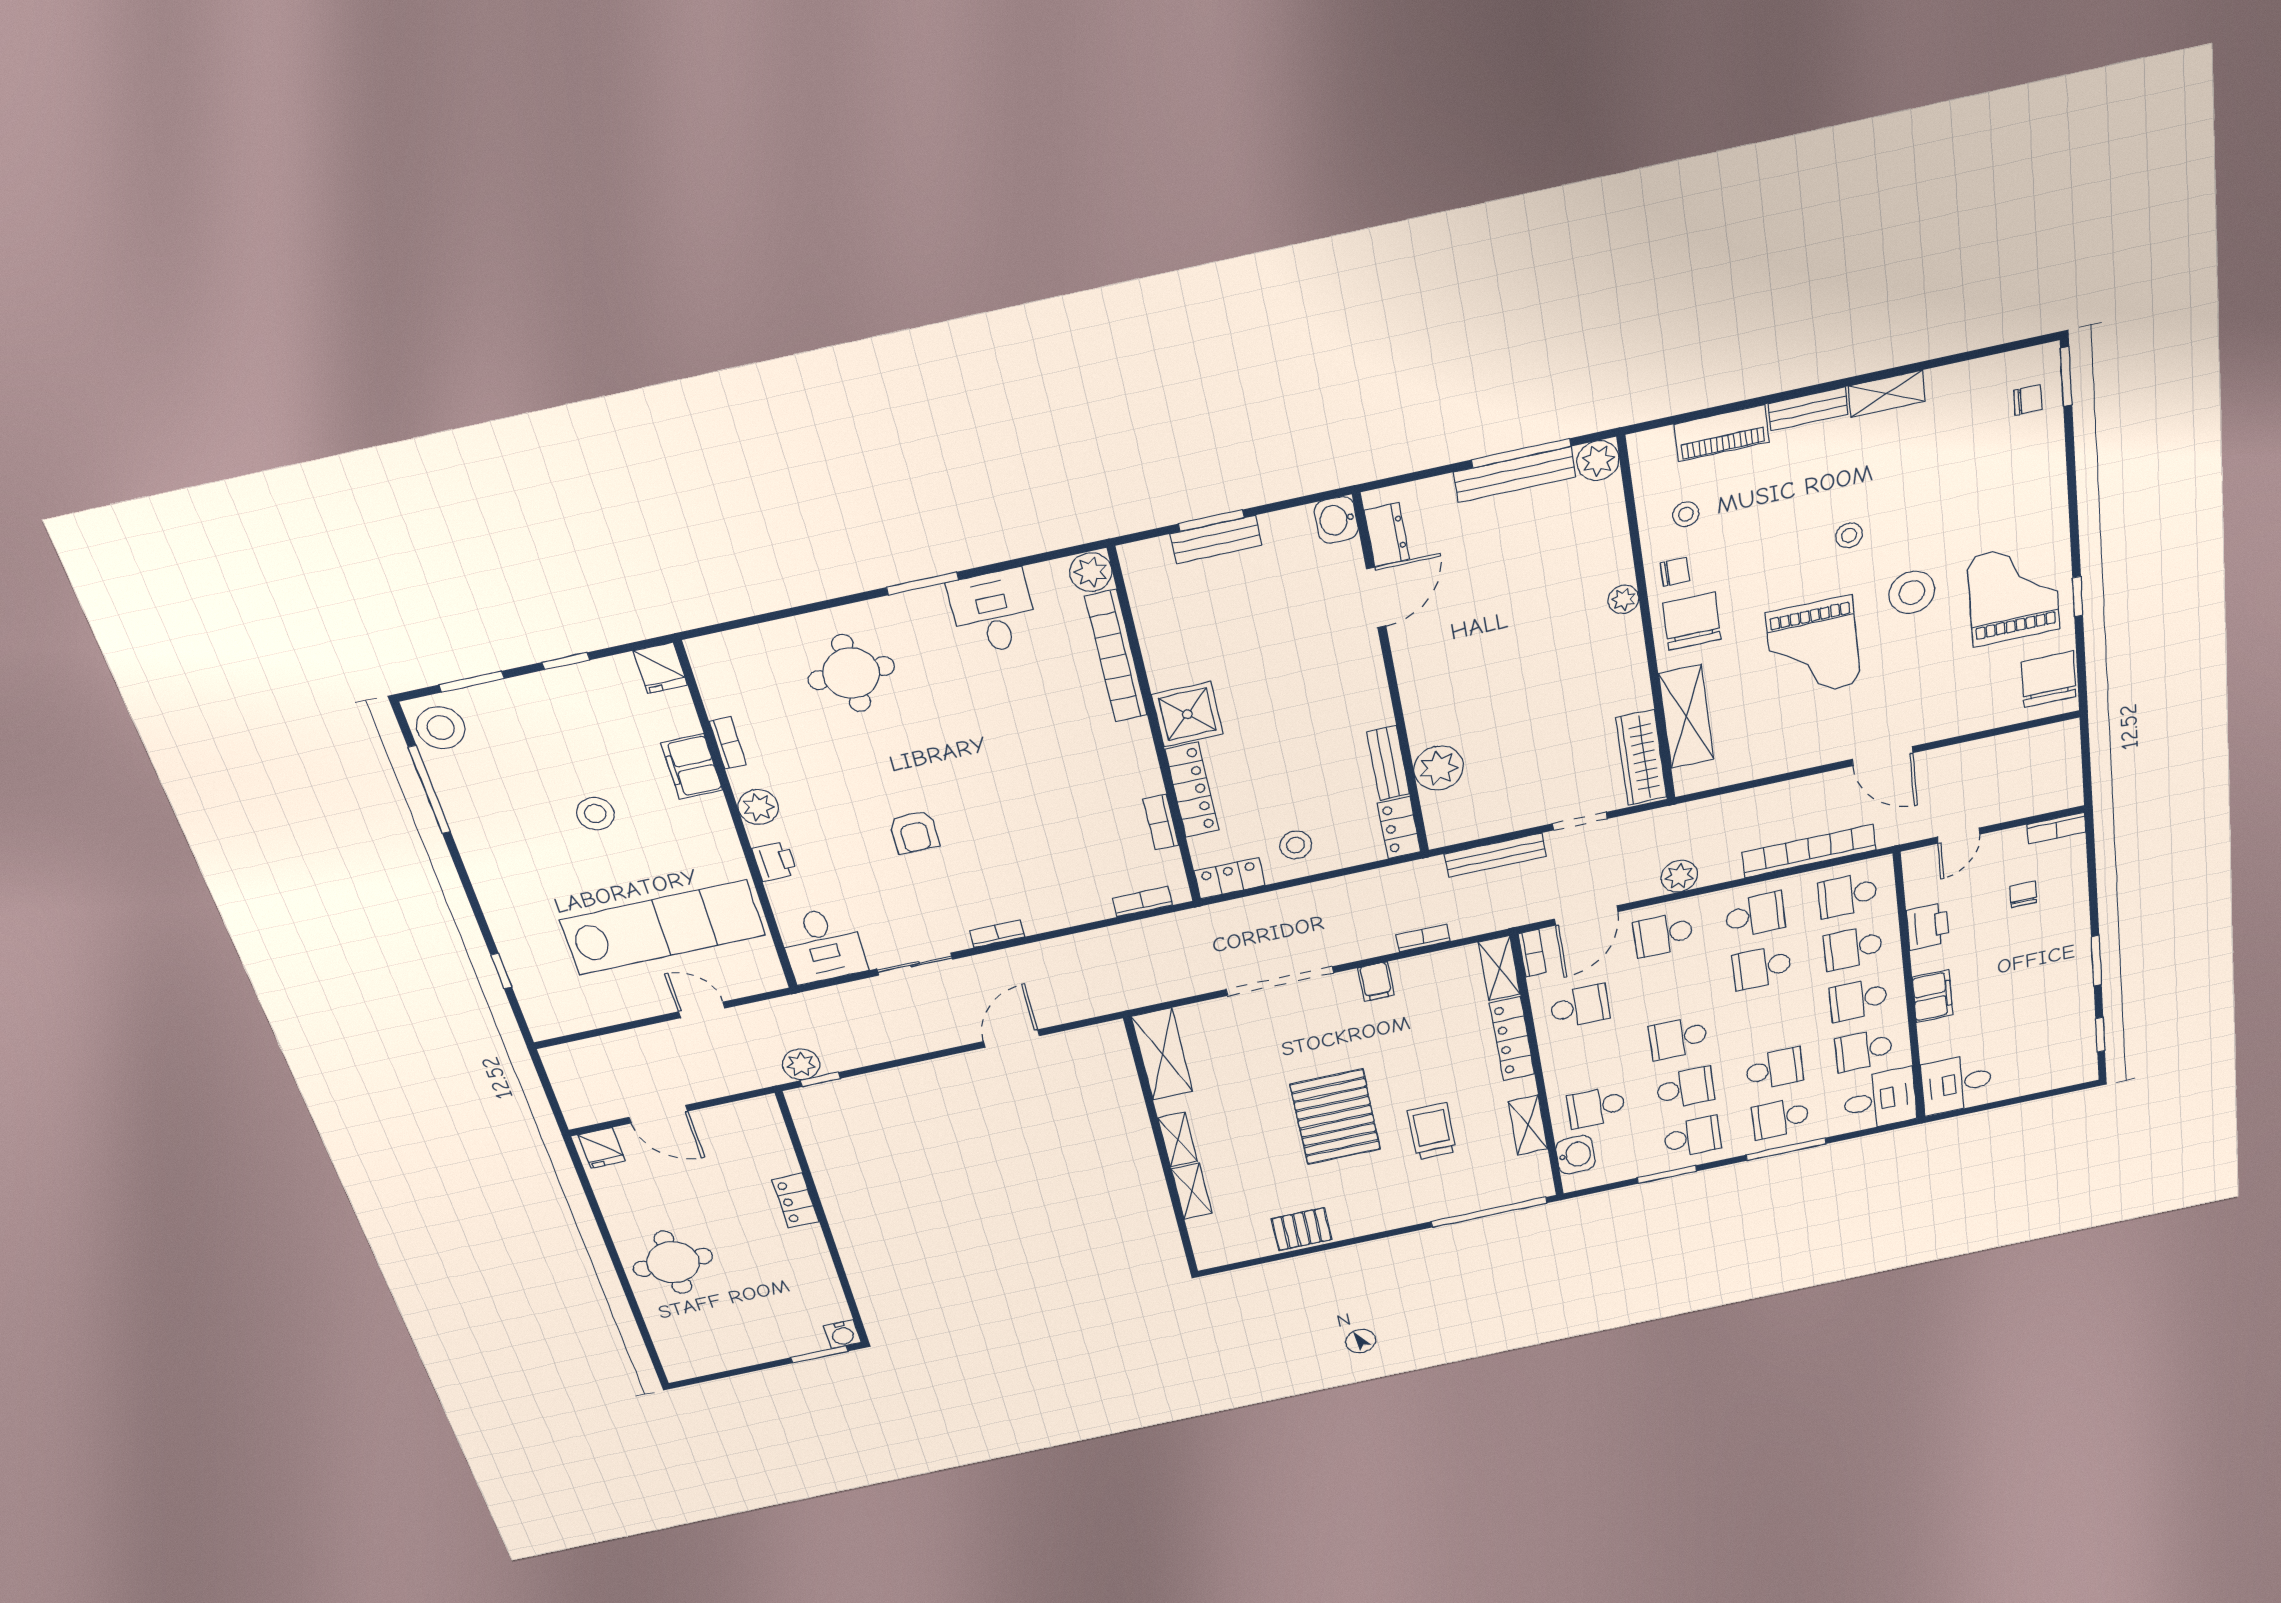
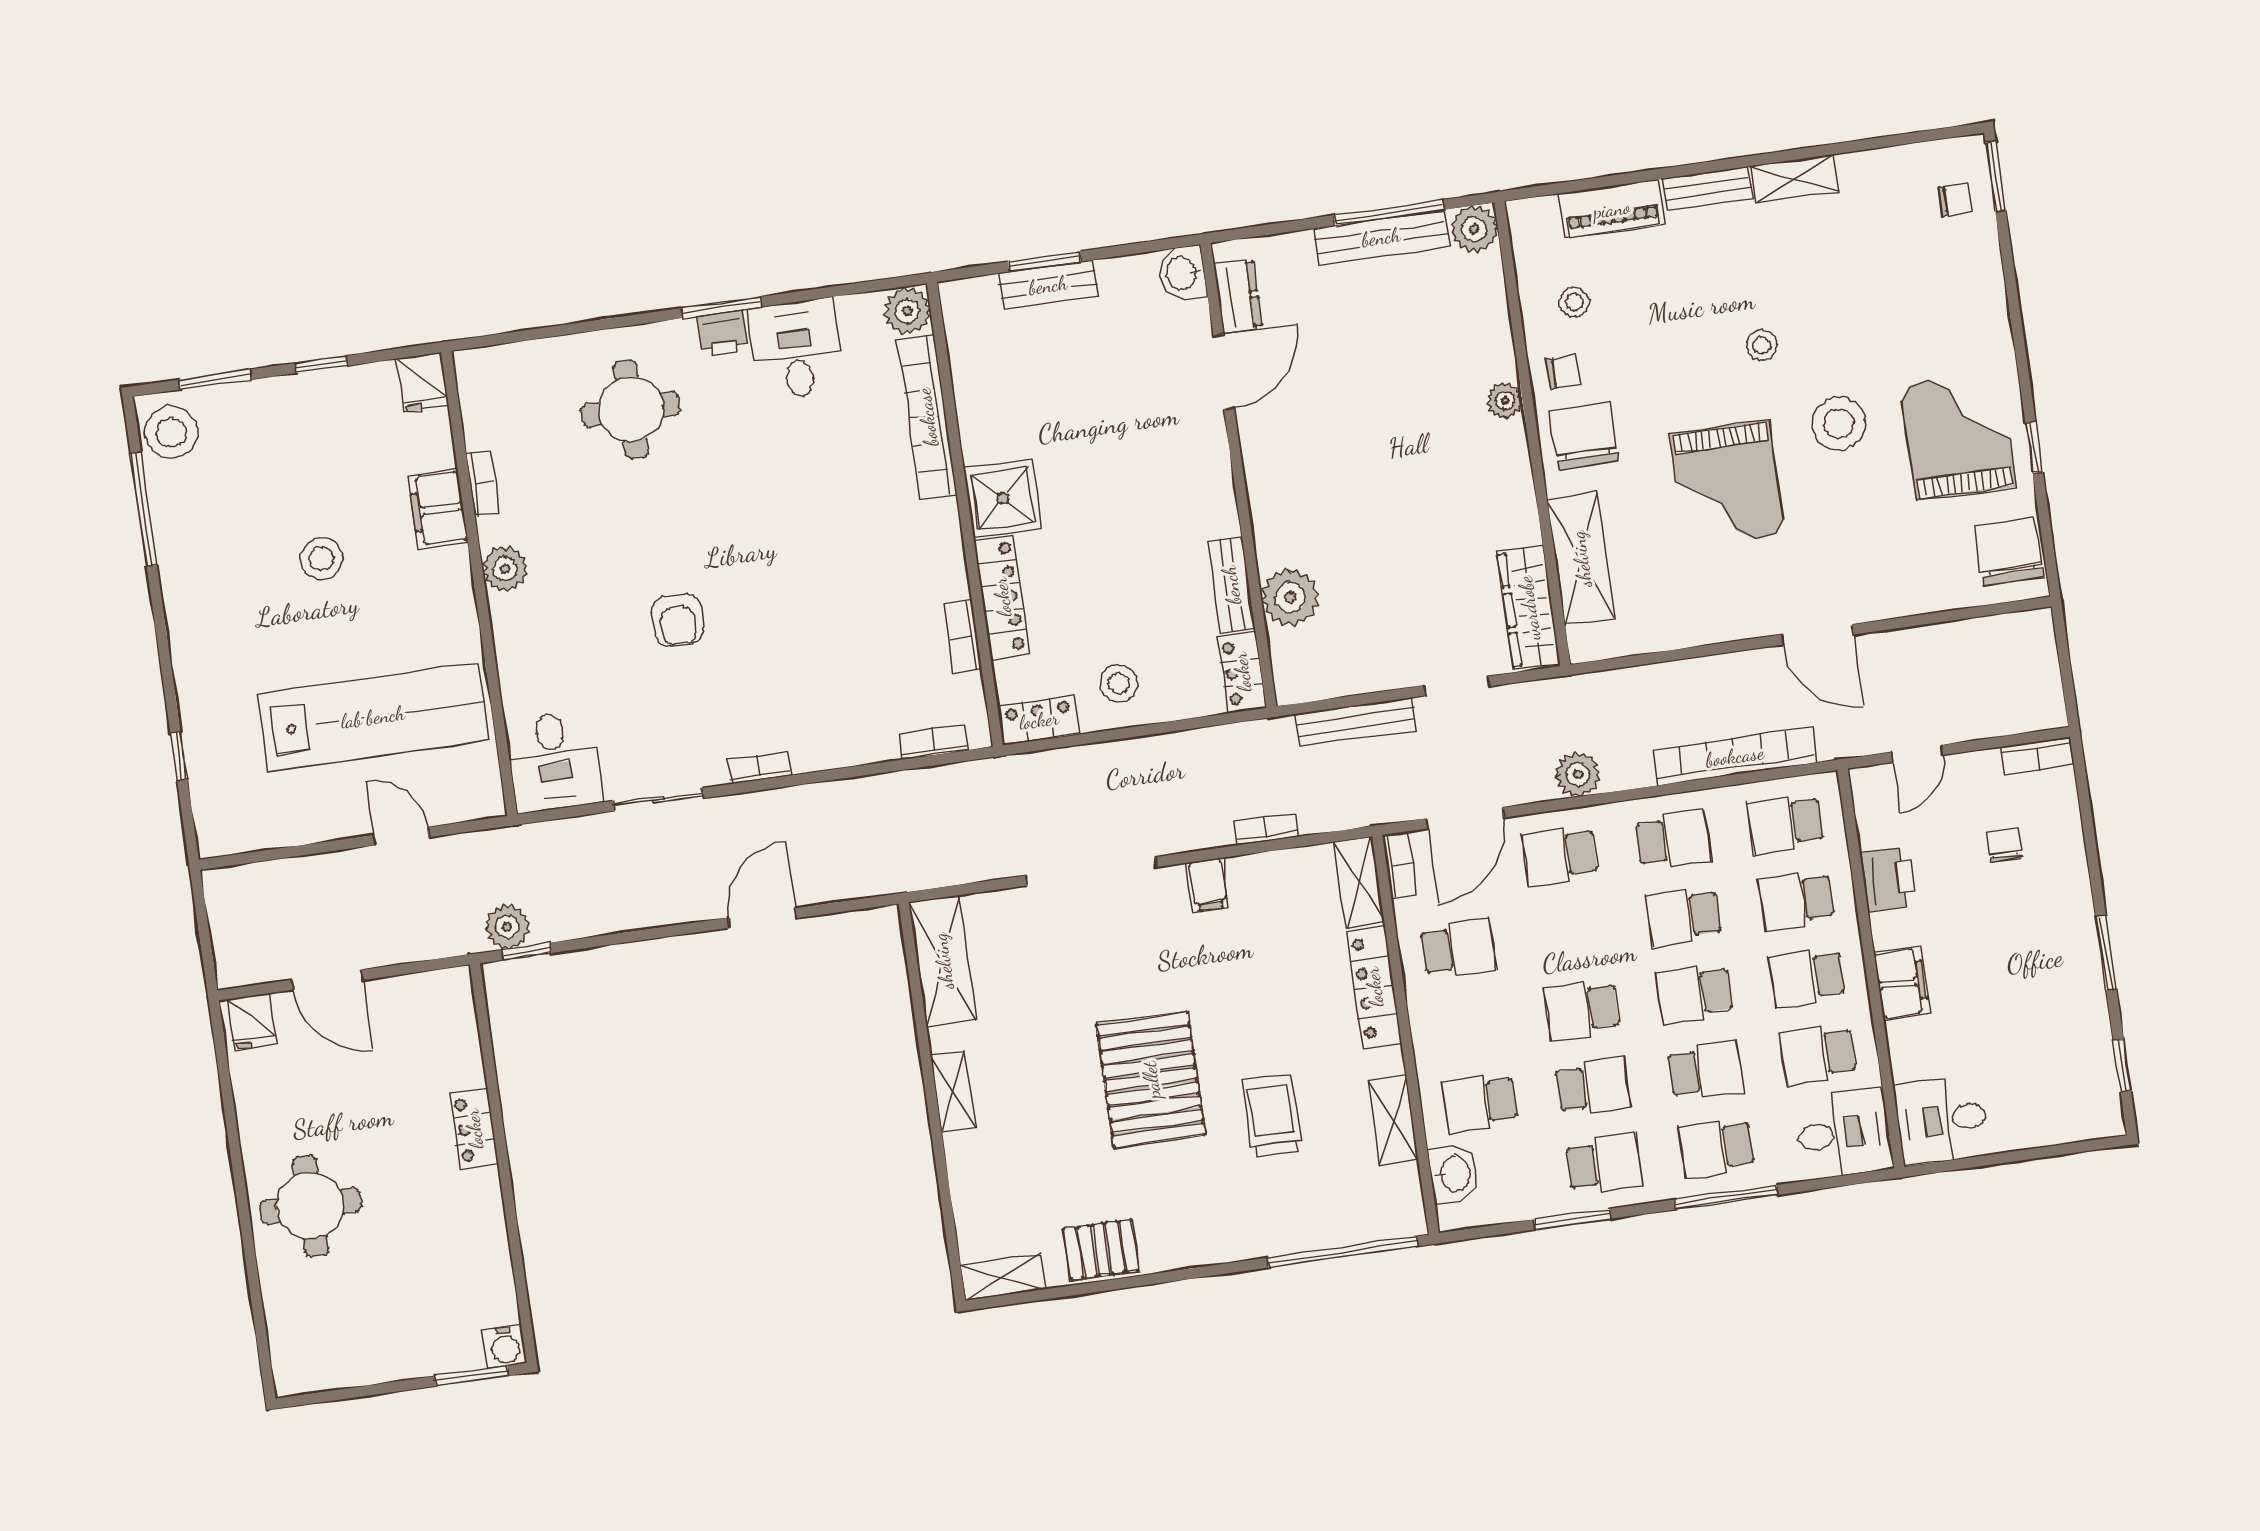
printer: (774, 861) -> (723, 333), moved, turned 90
school desk: (1768, 1019) -> (1695, 994), added
shelving: (1192, 1191) -> (1003, 1277), moved, turned 90

